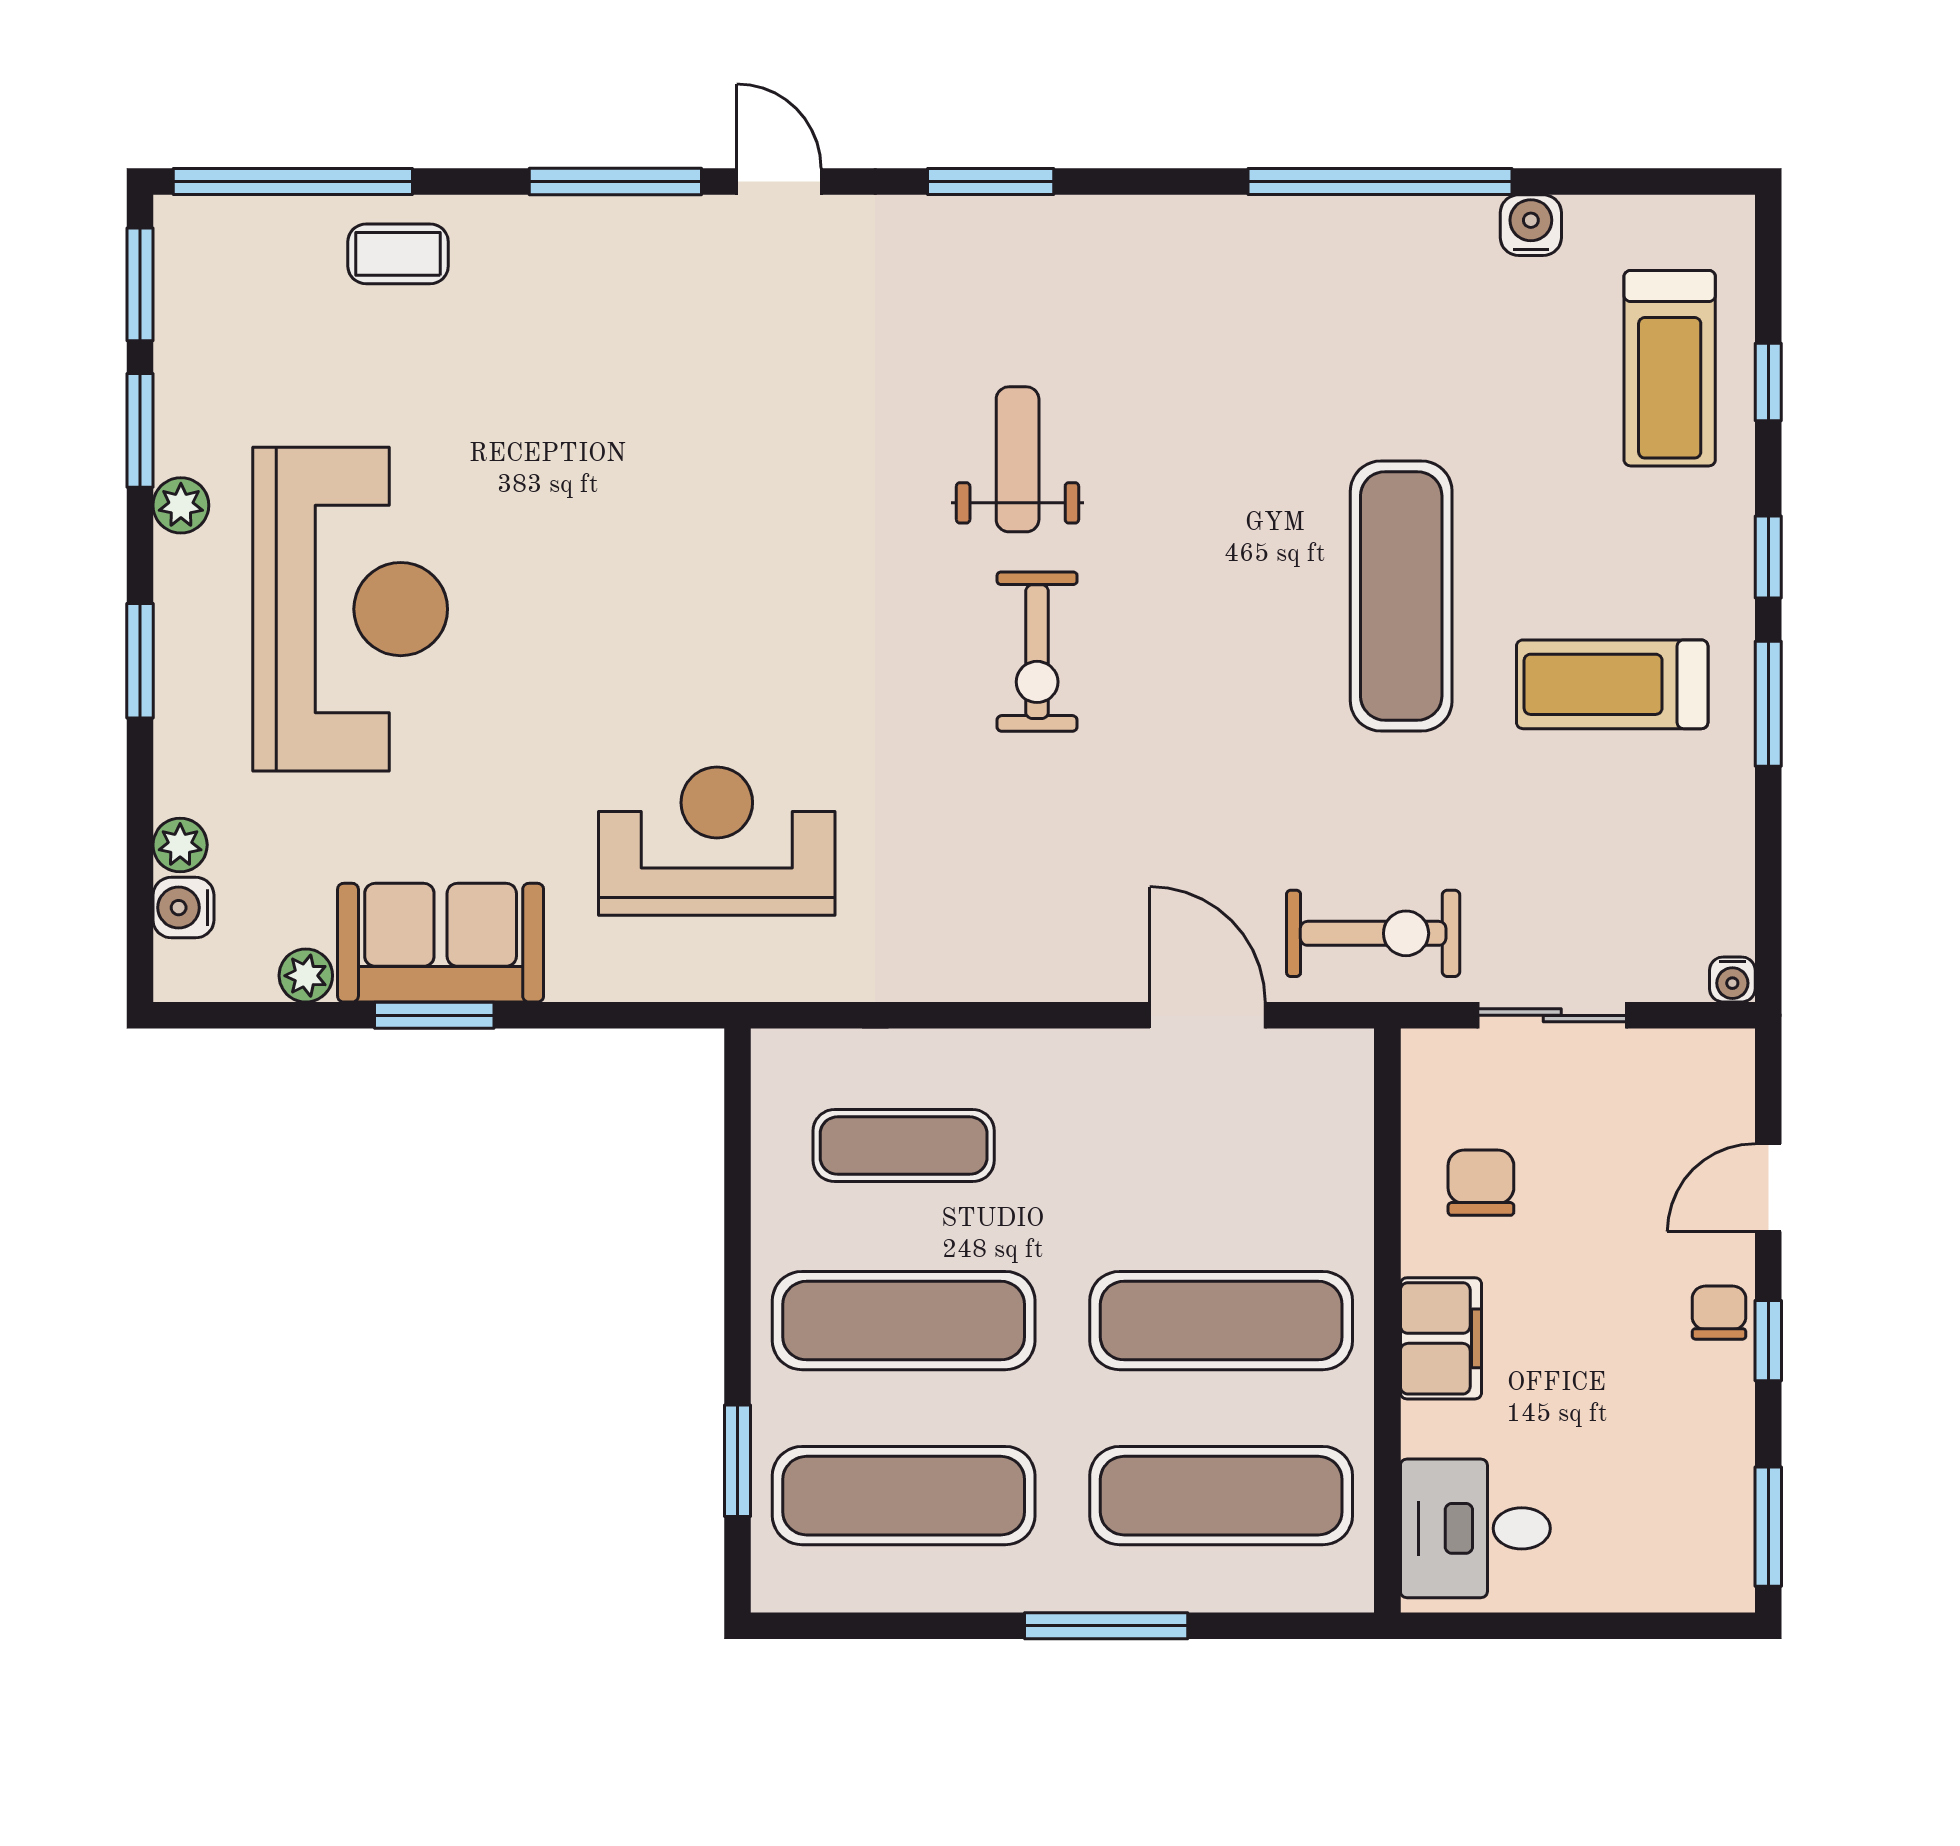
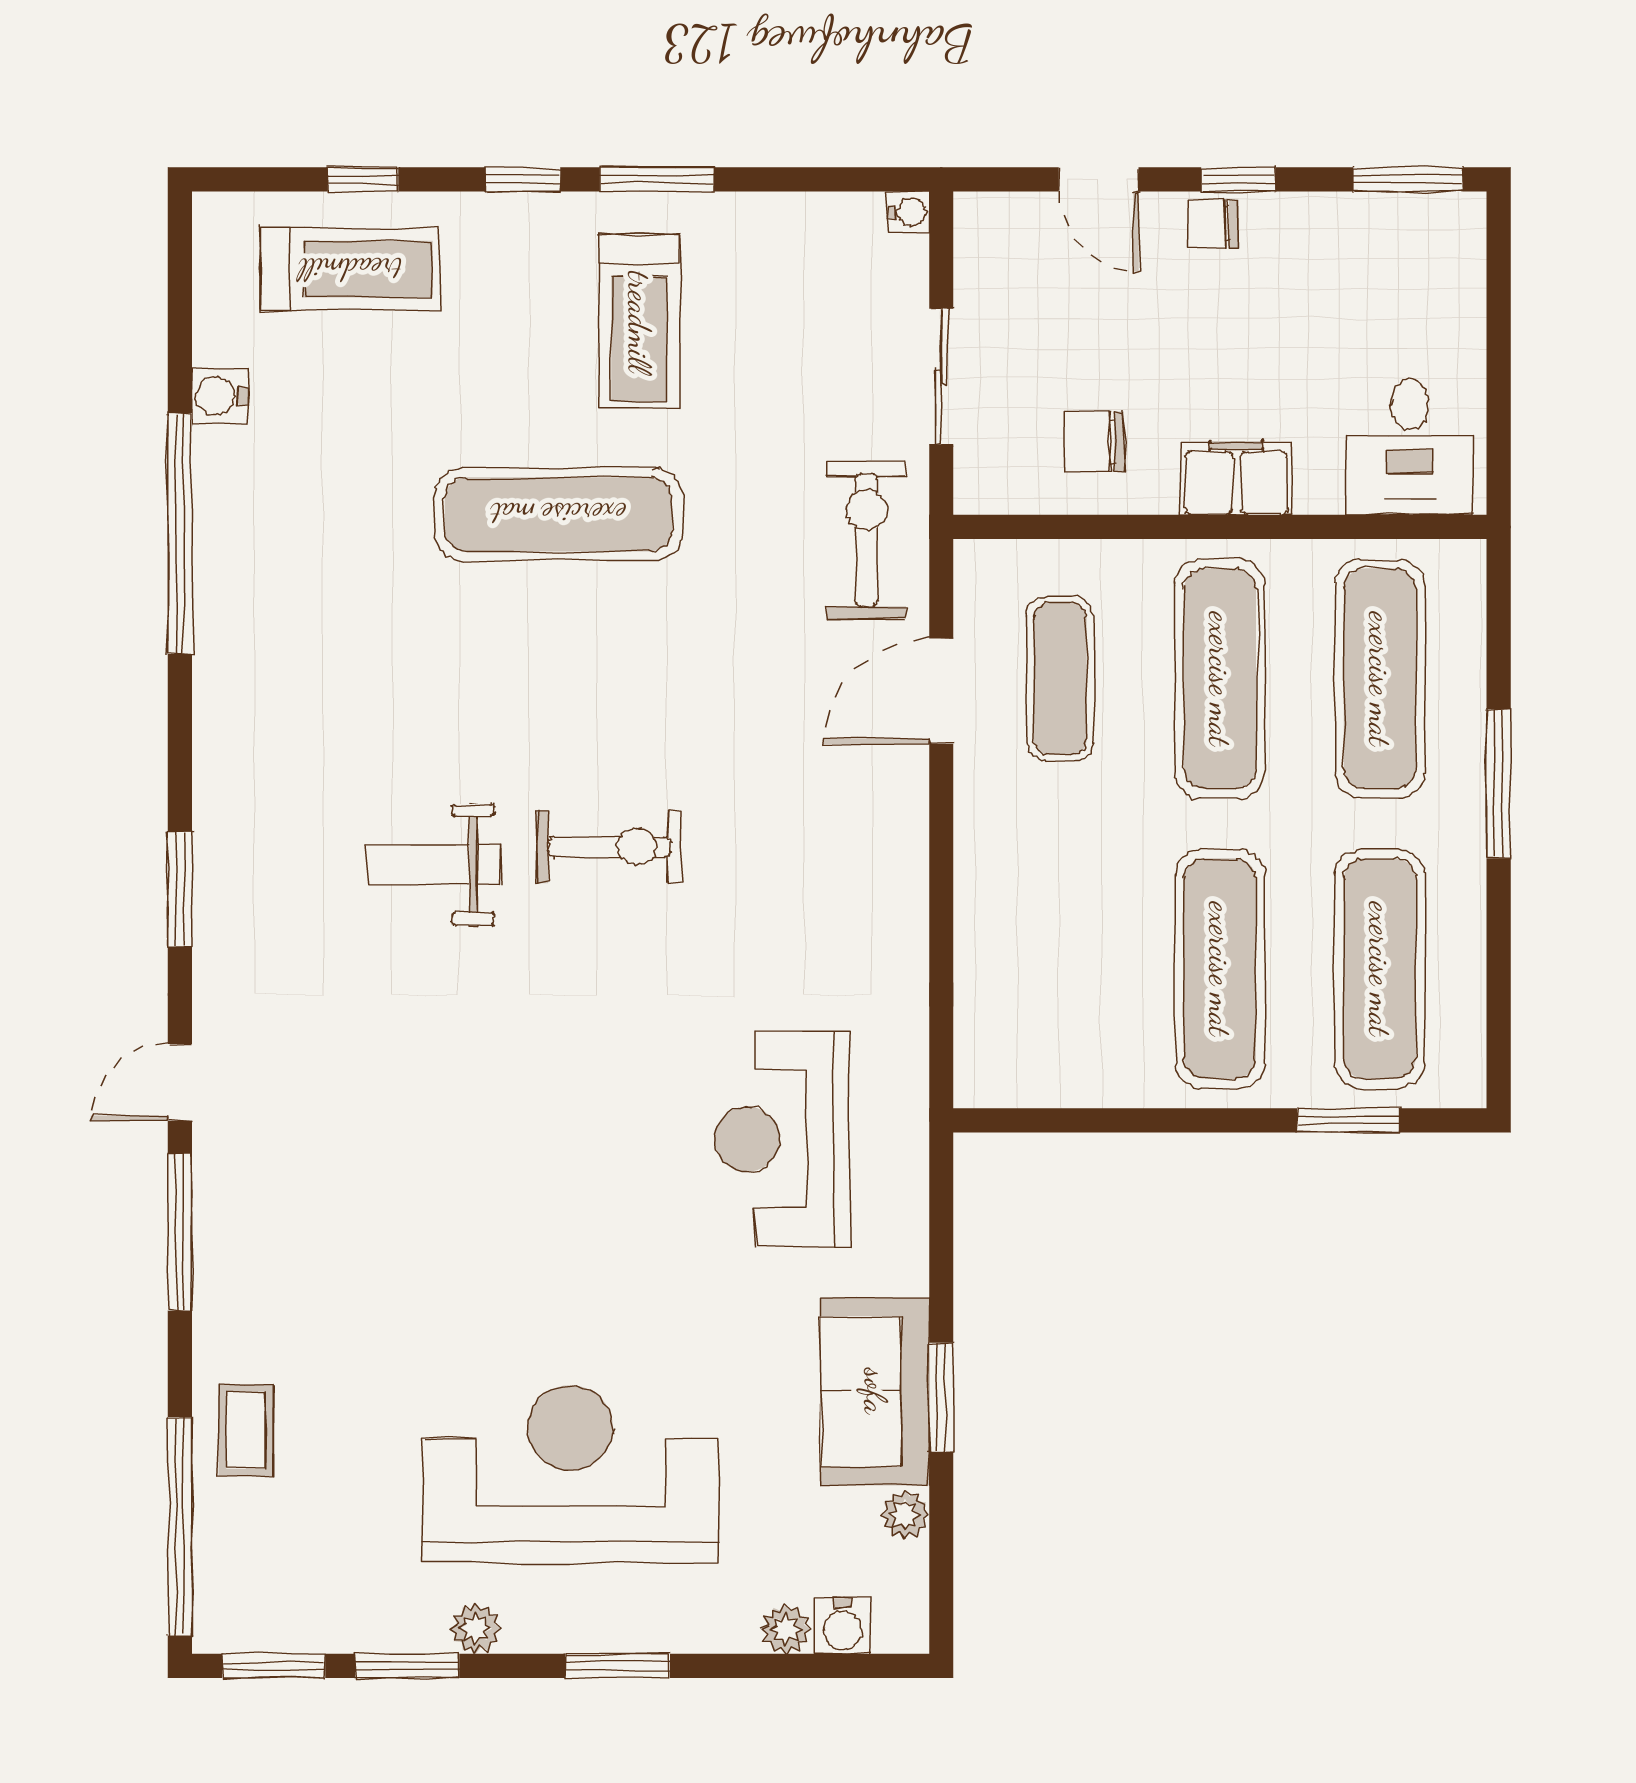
exercise mat: (904, 1146) -> (1060, 679), moved

